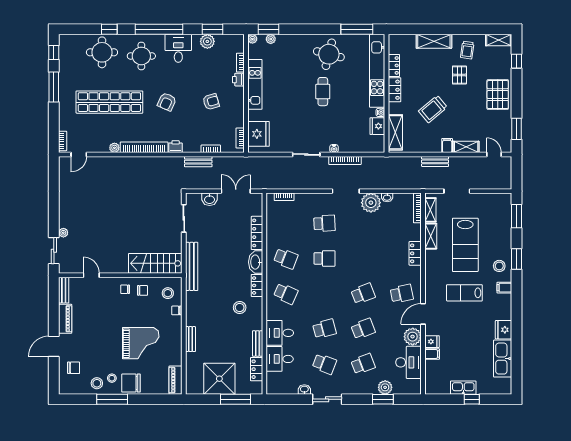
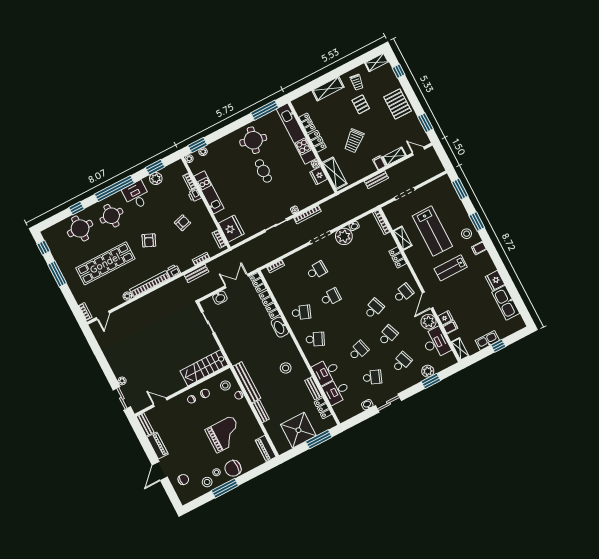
shelving: (430, 210) -> (460, 349), moved
bench: (192, 266) -> (247, 382), moved
locker: (257, 285) -> (258, 283), moved

